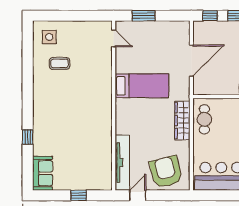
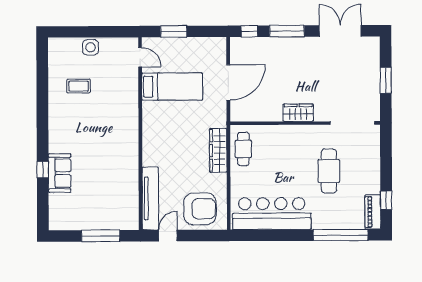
side table: (49, 37) -> (91, 47), moved
bed: (142, 86) -> (172, 87), moved
armchair: (166, 172) -> (200, 209), turned 104
sofa: (43, 173) -> (60, 173), moved
window: (79, 195) -> (101, 236), width x2.17

